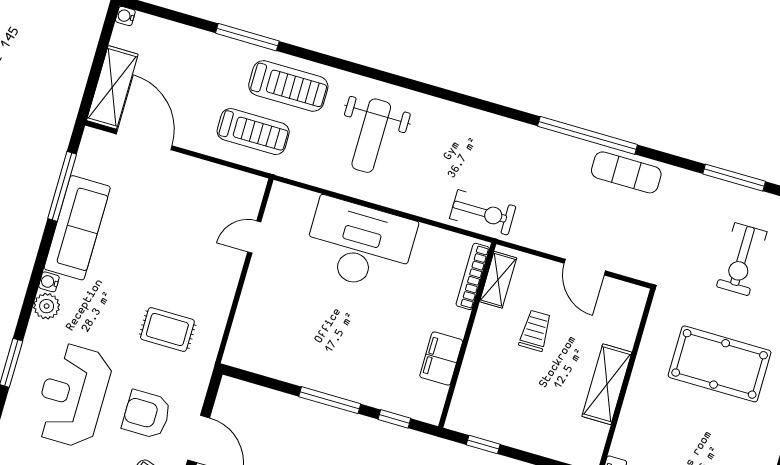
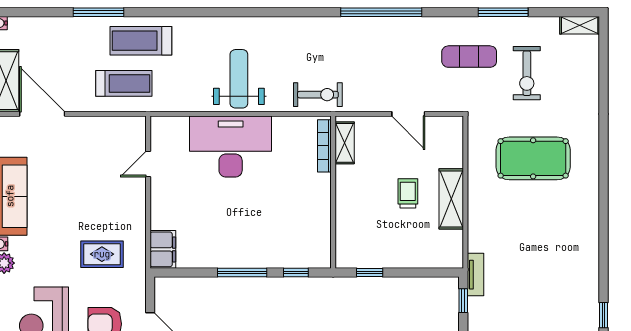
treadmill: (288, 86) -> (141, 41), turned 180
weight bench: (371, 136) -> (239, 79), moved, turned 180
exercise mat: (626, 172) -> (469, 57), moved
trolley: (535, 331) -> (408, 193), moved
filing cabinet: (441, 359) -> (163, 249), moved, turned 180

